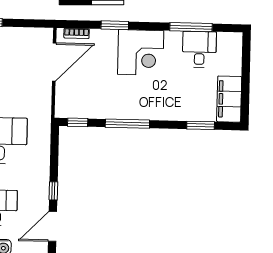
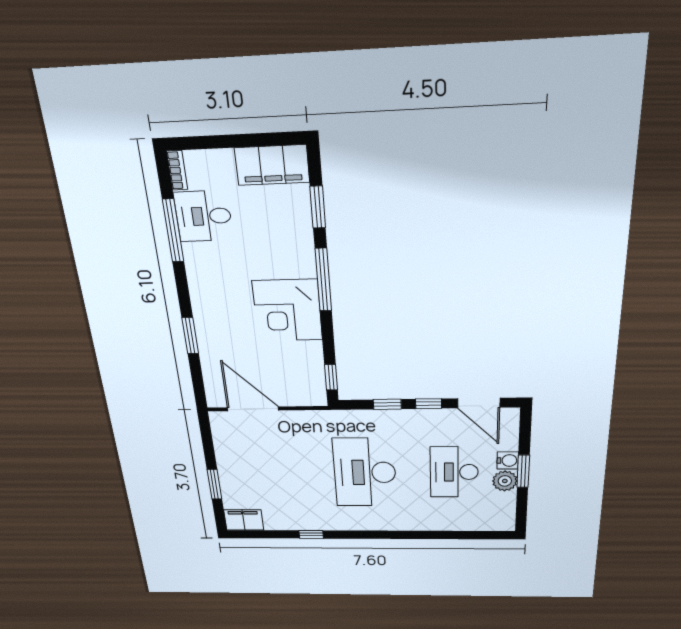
bookcase: (77, 33) -> (177, 170), moved
corner desk: (141, 52) -> (288, 310), moved, turned 180
window: (127, 124) -> (323, 280), moved
window: (54, 161) -> (387, 404), added

